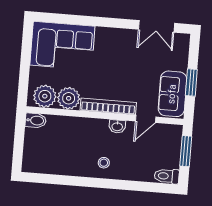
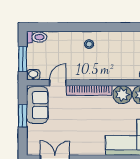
washbasin: (117, 126) -> (33, 75), moved

